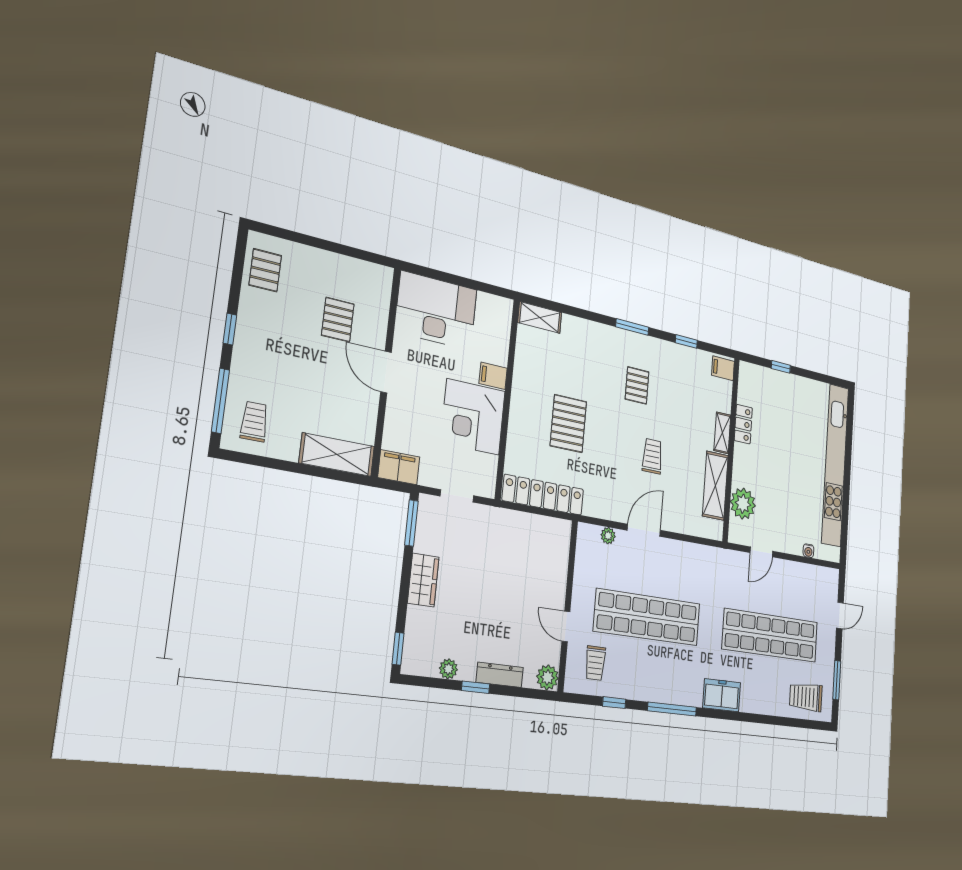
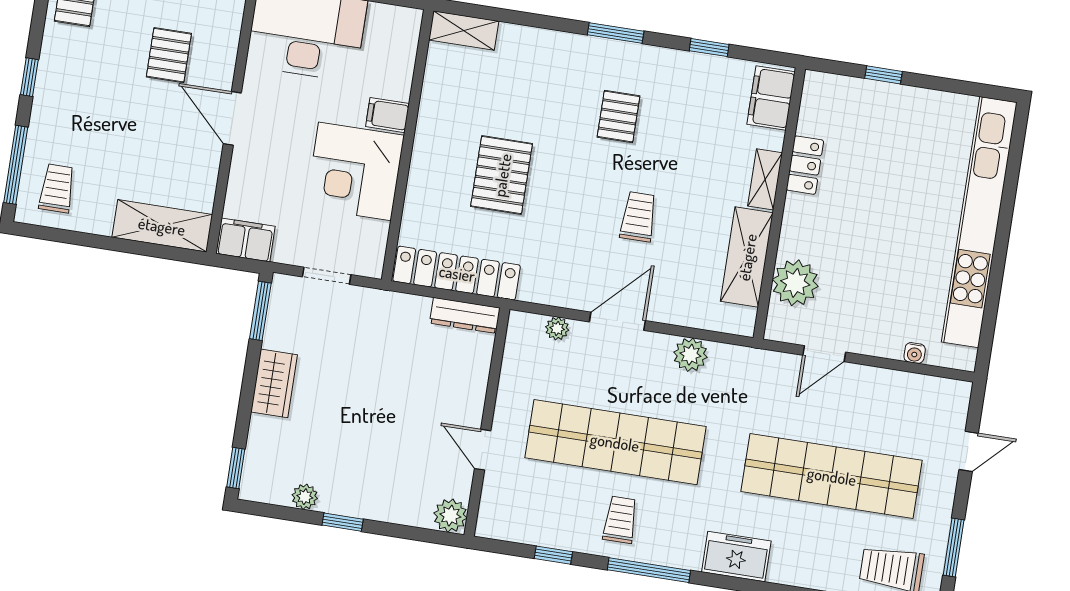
filing cabinet: (723, 368) -> (771, 98), width x2.00
plant: (688, 554) -> (690, 355), added
trolley: (595, 663) -> (620, 520), moved, turned 180
dresser: (500, 675) -> (465, 315), moved, turned 180

